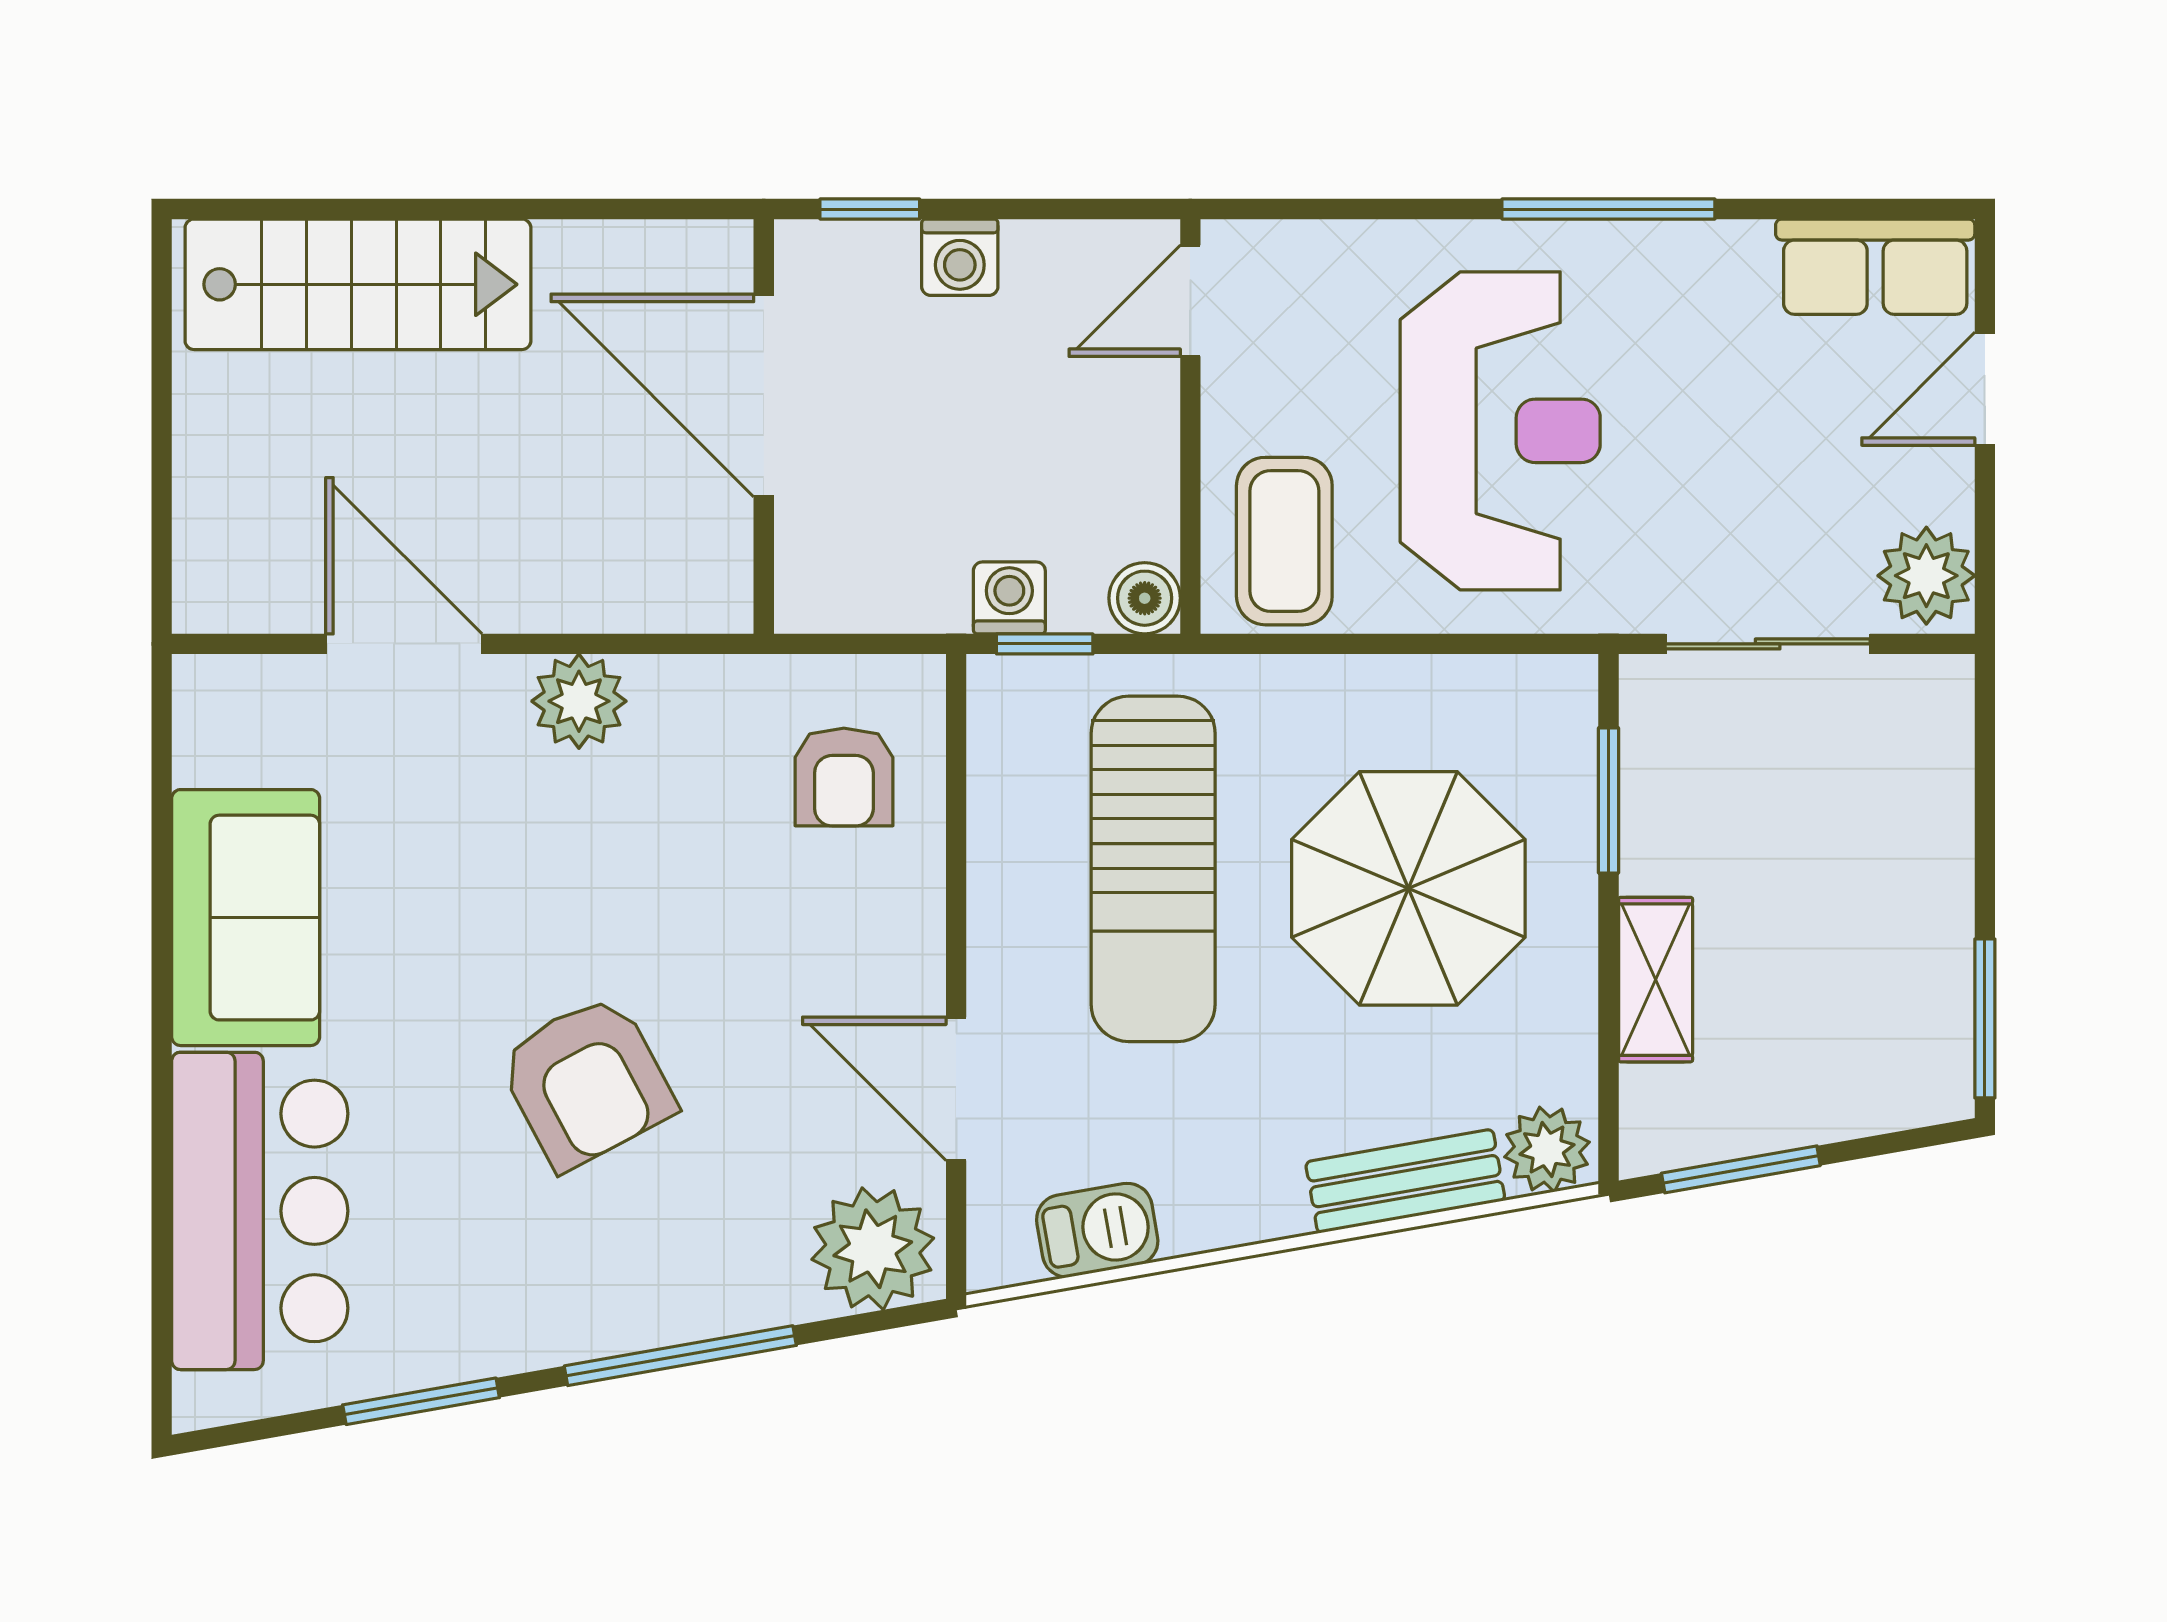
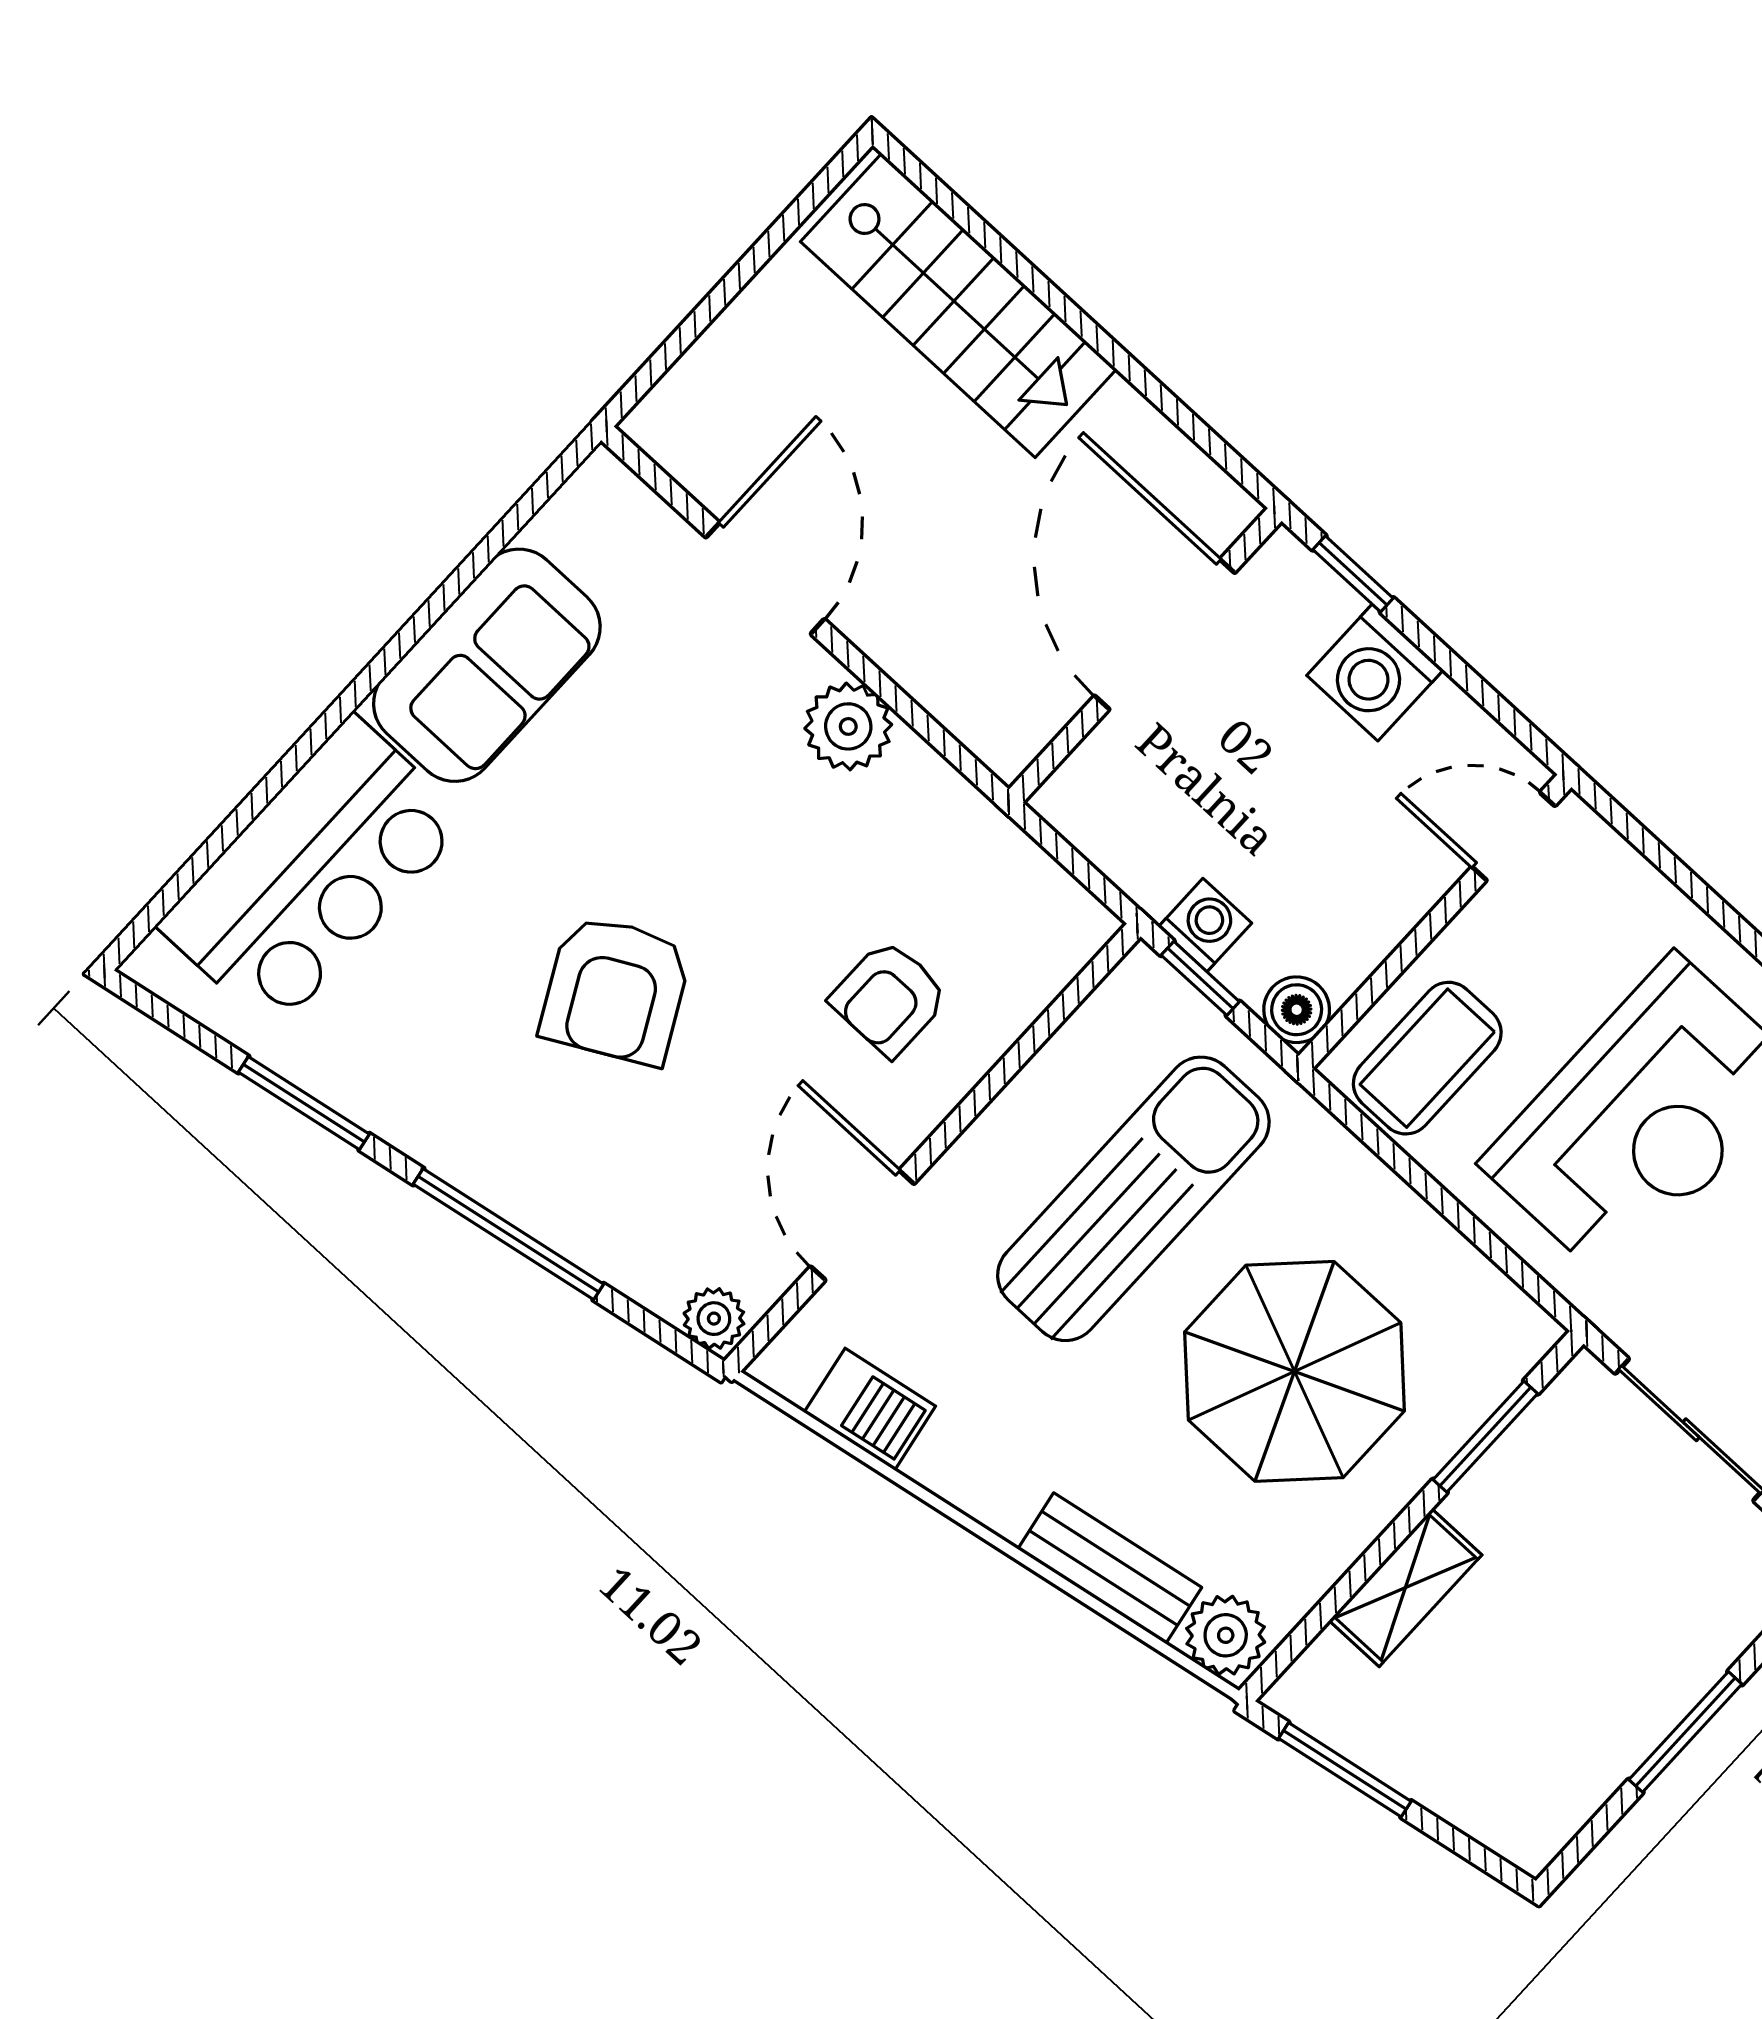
washing machine: (960, 257) -> (1375, 673), width x1.38, depth x1.38
armchair: (844, 777) -> (889, 998), moved
sun lounger: (1153, 869) -> (1133, 1199), turned 180
window: (1985, 1018) -> (1685, 1732), moved
plant: (873, 1249) -> (714, 1319), width x0.53, depth x0.53

